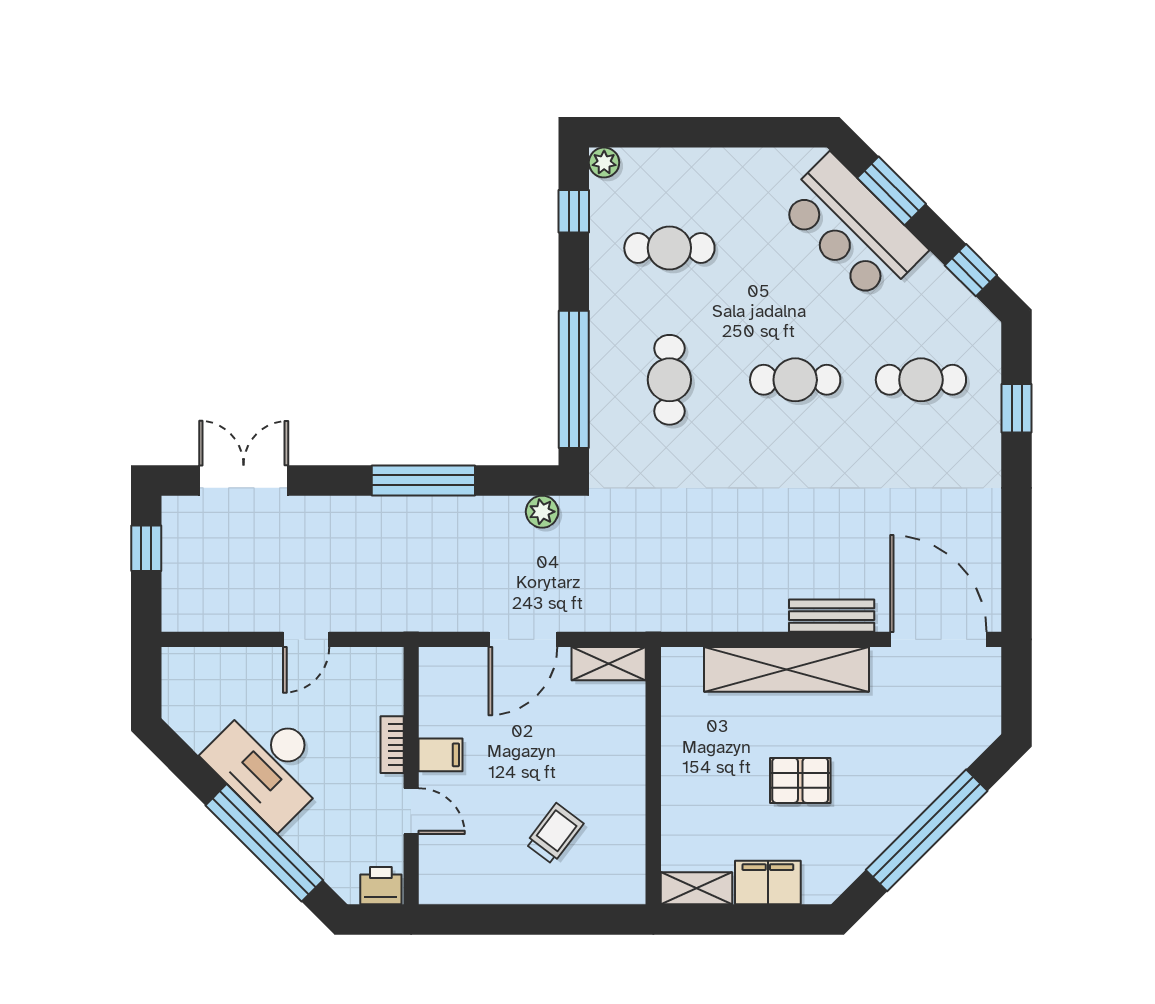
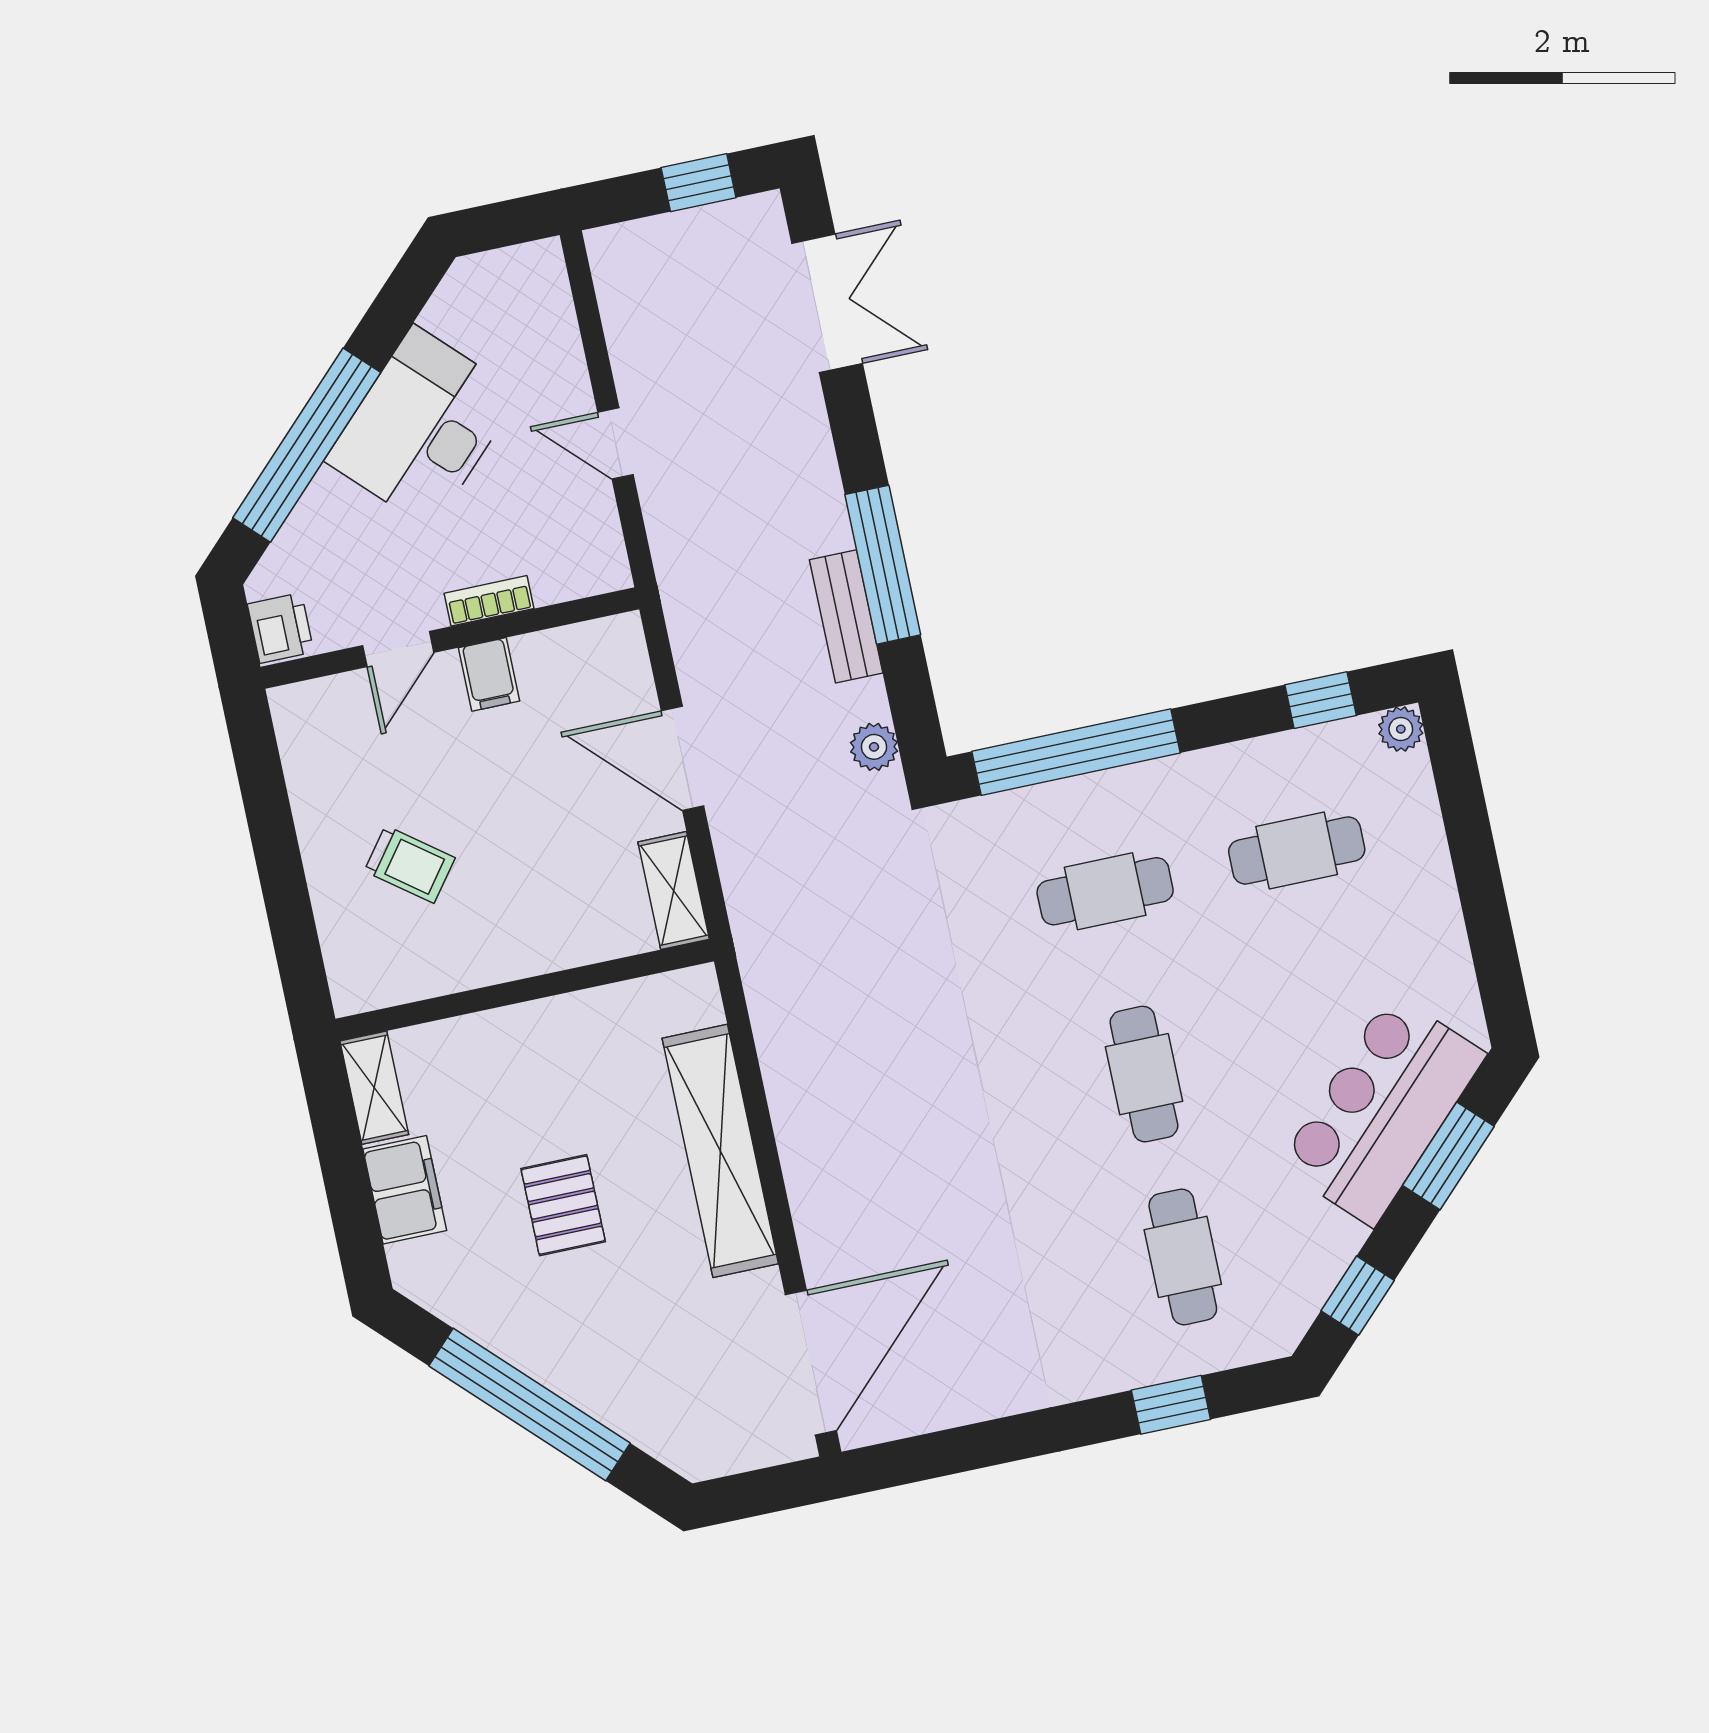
cafe table: (669, 248) -> (1297, 851), turned 90
bench: (832, 616) -> (846, 616), moved

